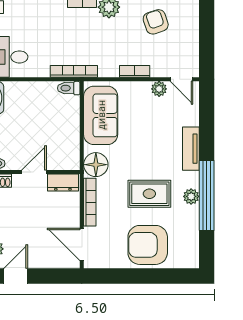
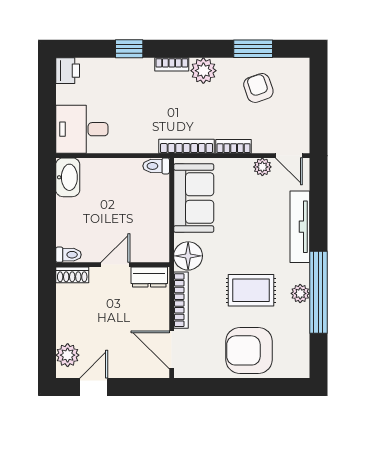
bookcase: (74, 71) -> (187, 146), moved
tv unit: (191, 149) -> (300, 227), width x1.41

